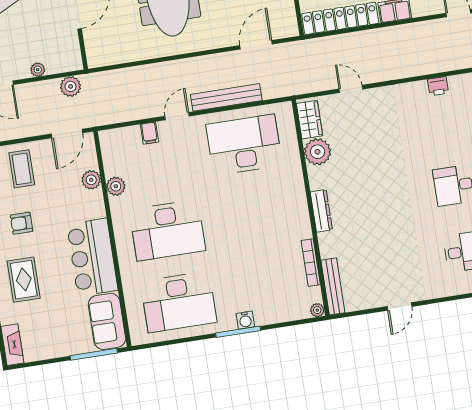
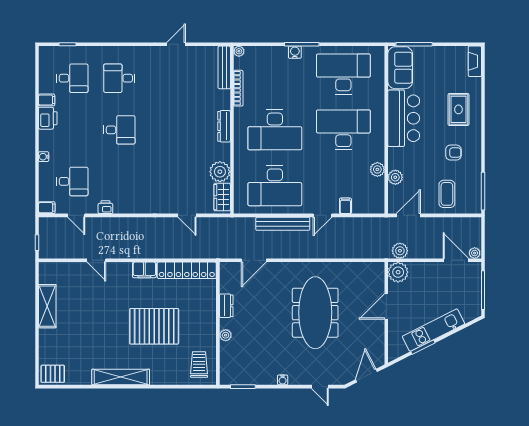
plant: (38, 70) -> (398, 272), moved, width x1.88, depth x1.88
printer: (438, 86) -> (105, 207), moved
desk: (255, 216) -> (275, 130), added

